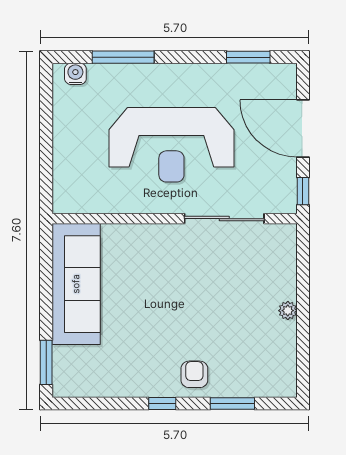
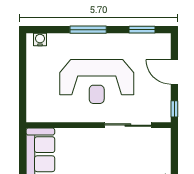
window: (123, 57) -> (88, 30), moved
door: (303, 129) -> (174, 72), width x0.73

